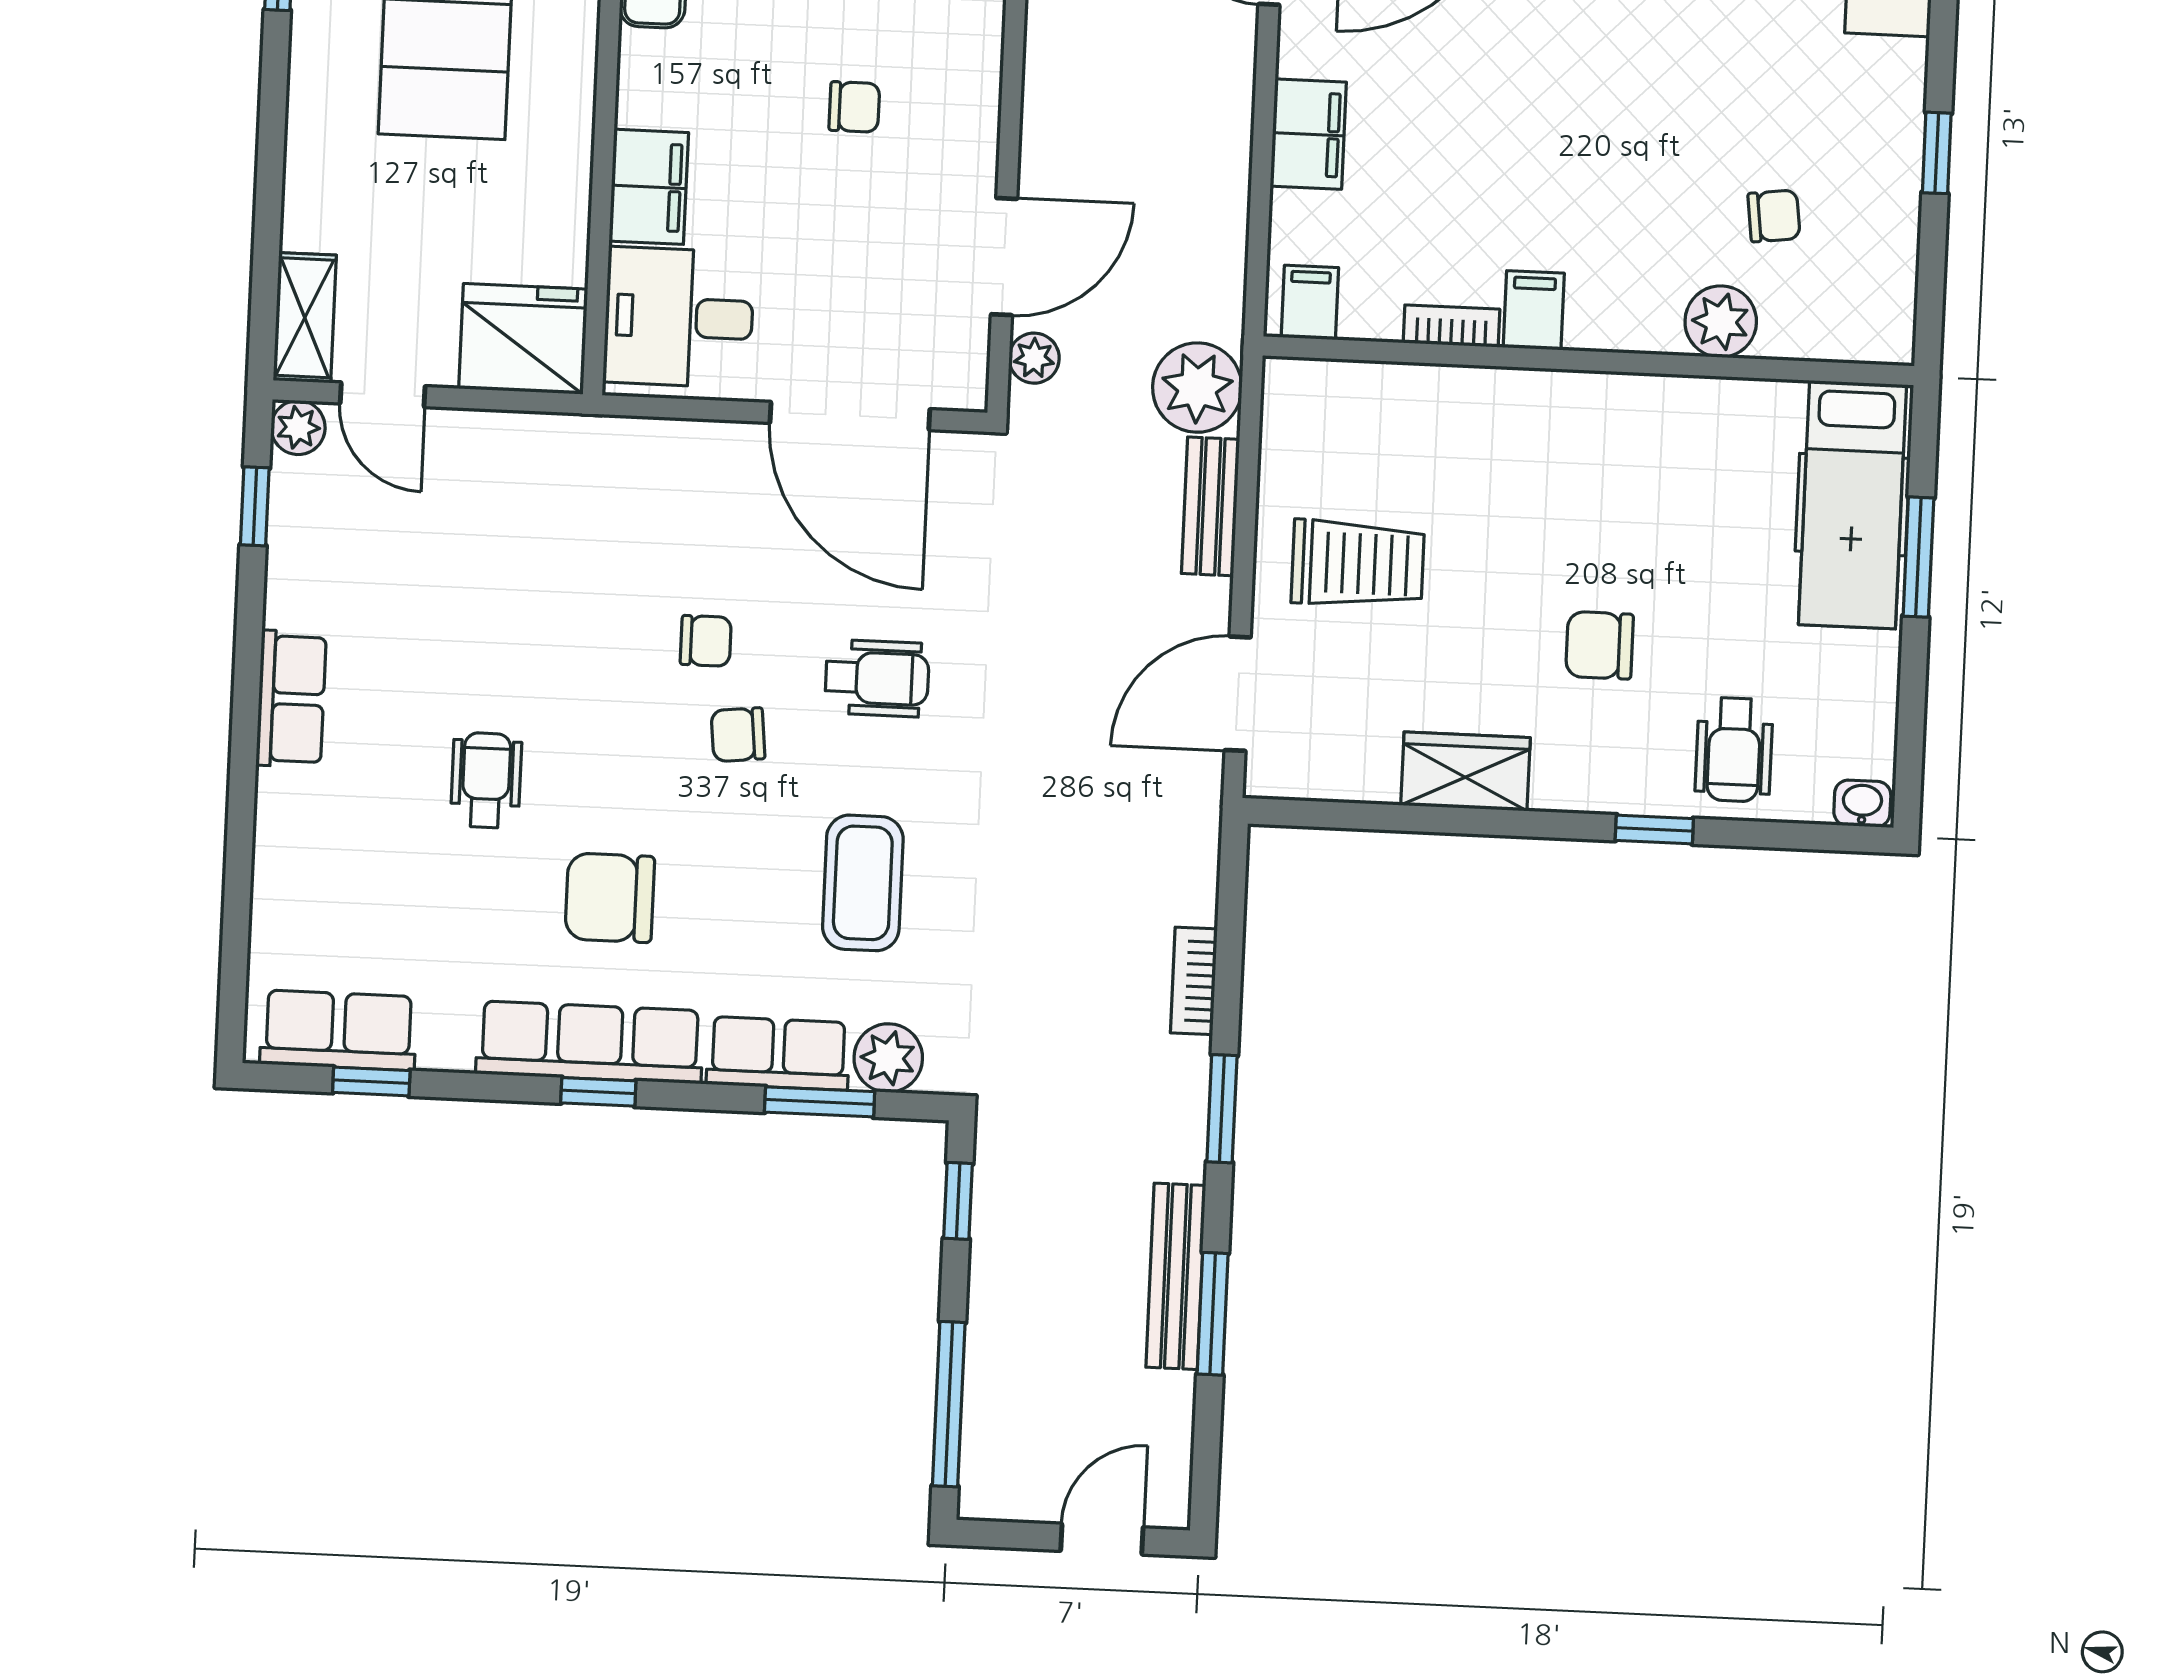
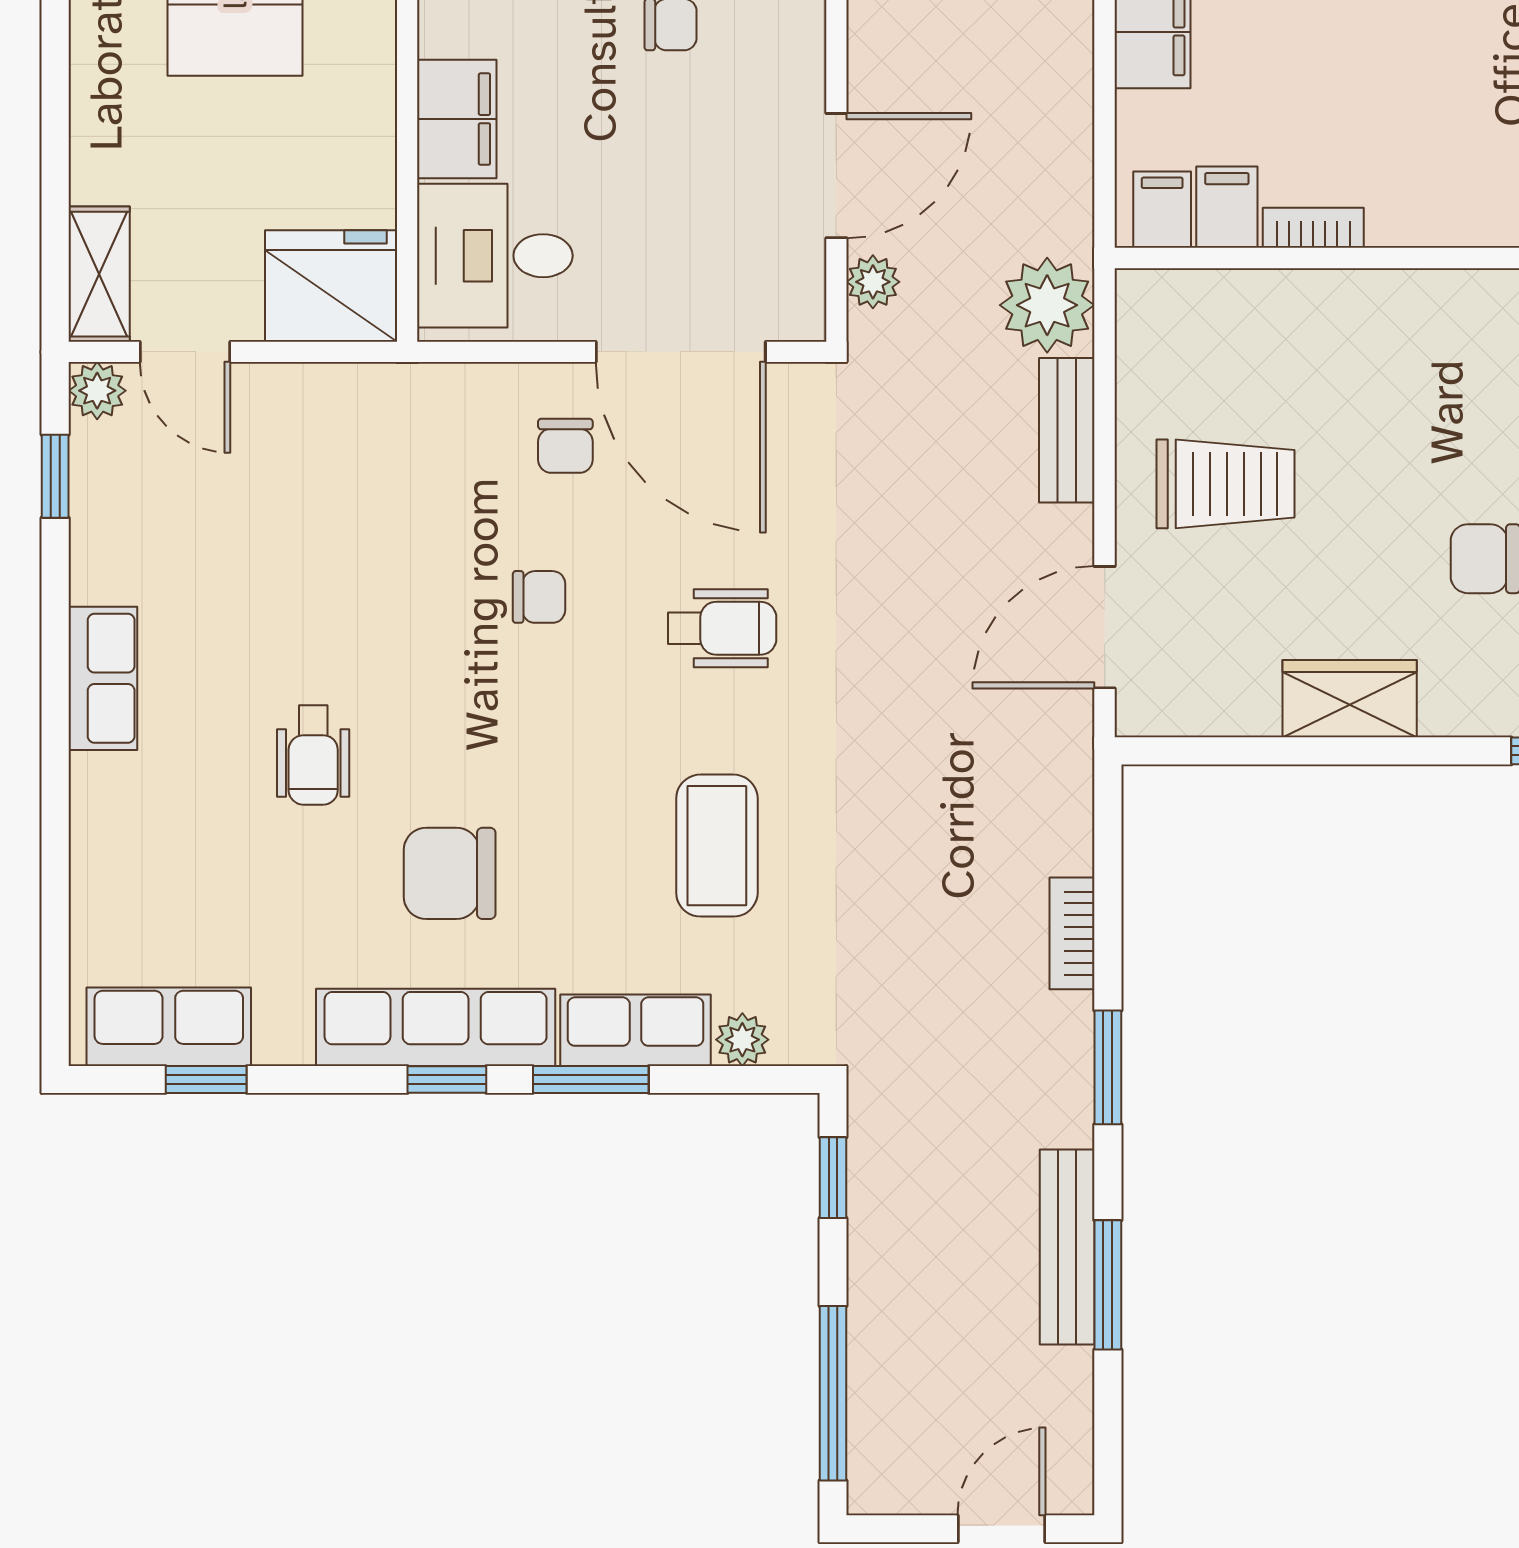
filing cabinet: (1534, 310) -> (1227, 207), moved
chair: (738, 735) -> (565, 446), moved, turned -84
wheelchair: (486, 780) -> (313, 755), turned 180
plant: (888, 1058) -> (742, 1040), width x0.73, depth x0.73
window: (820, 1102) -> (591, 1079), moved

